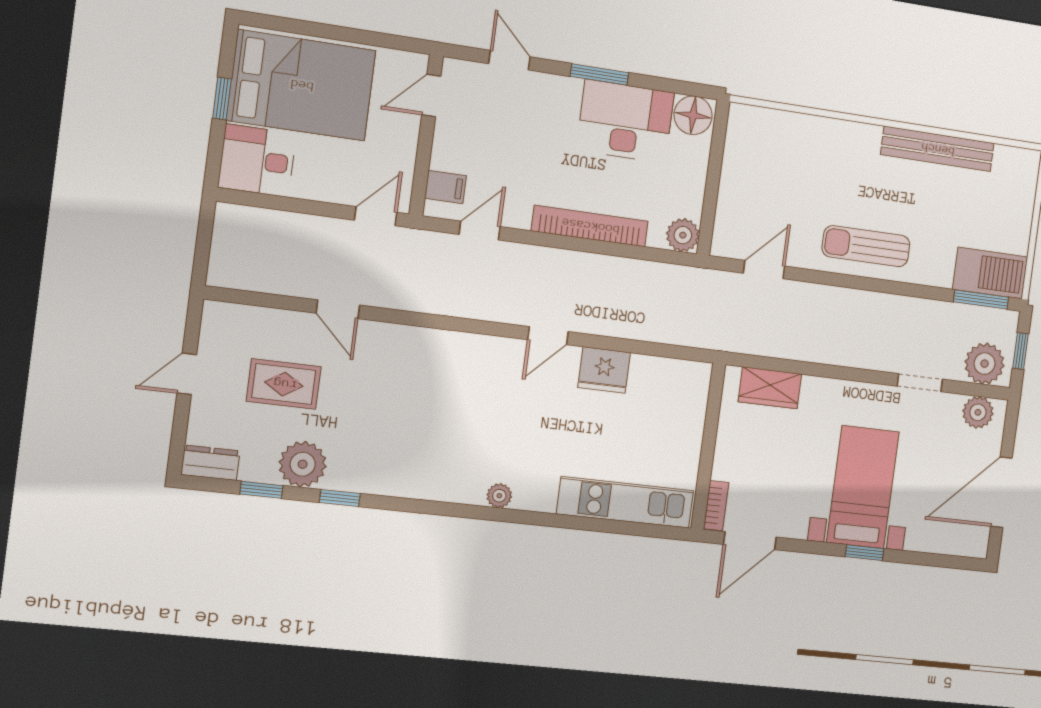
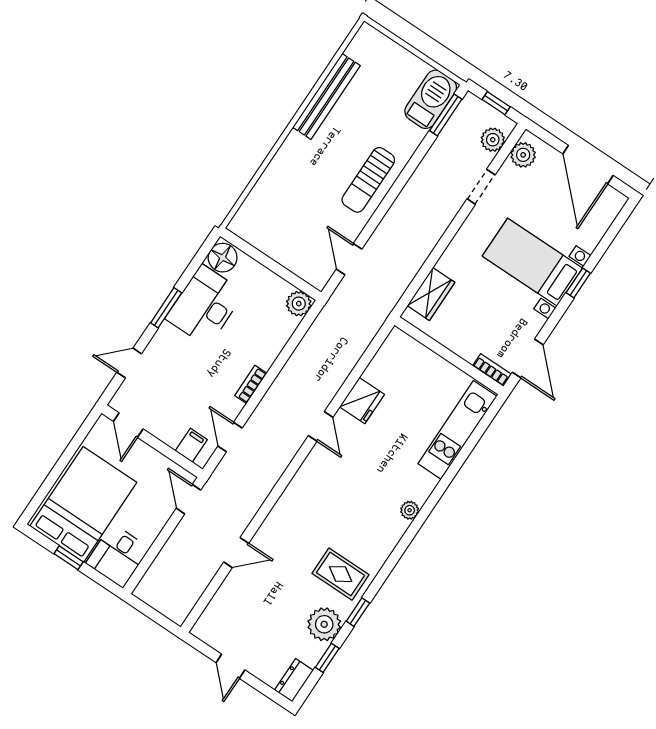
bookcase: (590, 226) -> (251, 384), width x0.43, depth x0.76
plant: (985, 364) -> (493, 140), width x0.73, depth x0.73
rug: (284, 384) -> (341, 574), moved, turned 90

